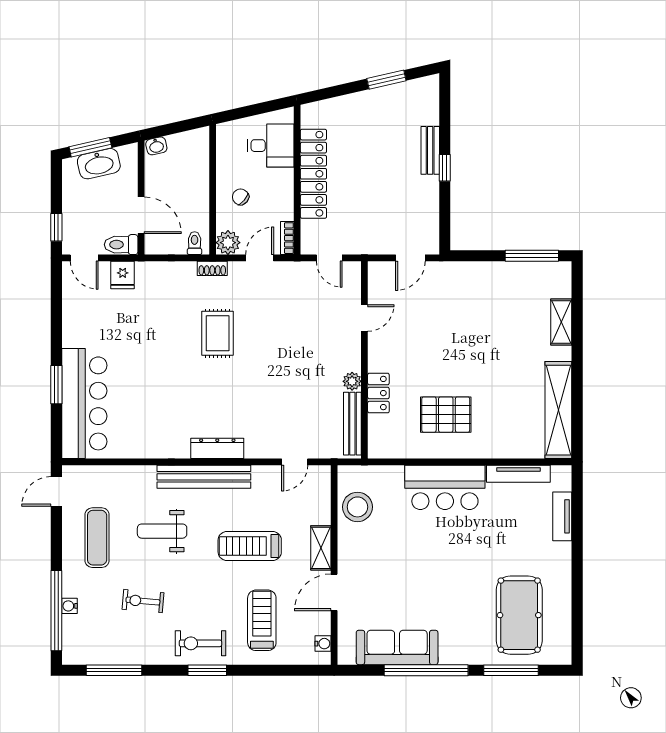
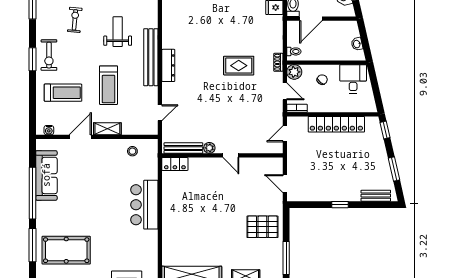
window: (323, 94) -> (385, 130), added
washbasin: (156, 146) -> (357, 44), moved
desk: (271, 146) -> (353, 79), moved, turned 180
bench: (430, 150) -> (376, 196), moved
door: (364, 318) -> (231, 155), moved
locker: (378, 393) -> (175, 164), moved
pallet: (446, 415) -> (262, 227), moved, turned 90
door: (295, 462) -> (160, 113), swing flipped
tv unit: (518, 474) -> (153, 250), removed
stool: (357, 507) -> (132, 151), width x0.53, depth x0.53
treadmill: (250, 546) -> (109, 85), turned 180
door: (334, 592) -> (80, 137), hinge flipped
exercise bike: (200, 643) -> (49, 55), turned 180

